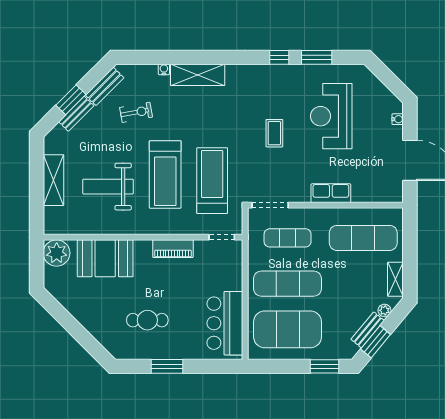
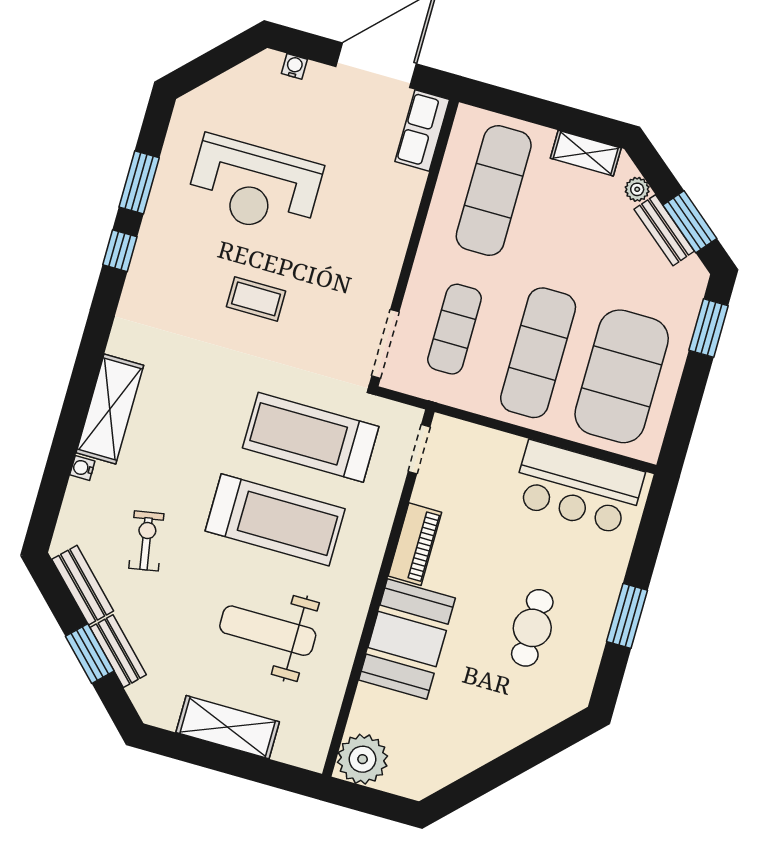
weight bench: (108, 187) -> (268, 631), turned 90
row of seats: (331, 193) -> (422, 131), moved
booth: (105, 258) -> (407, 639), moved

